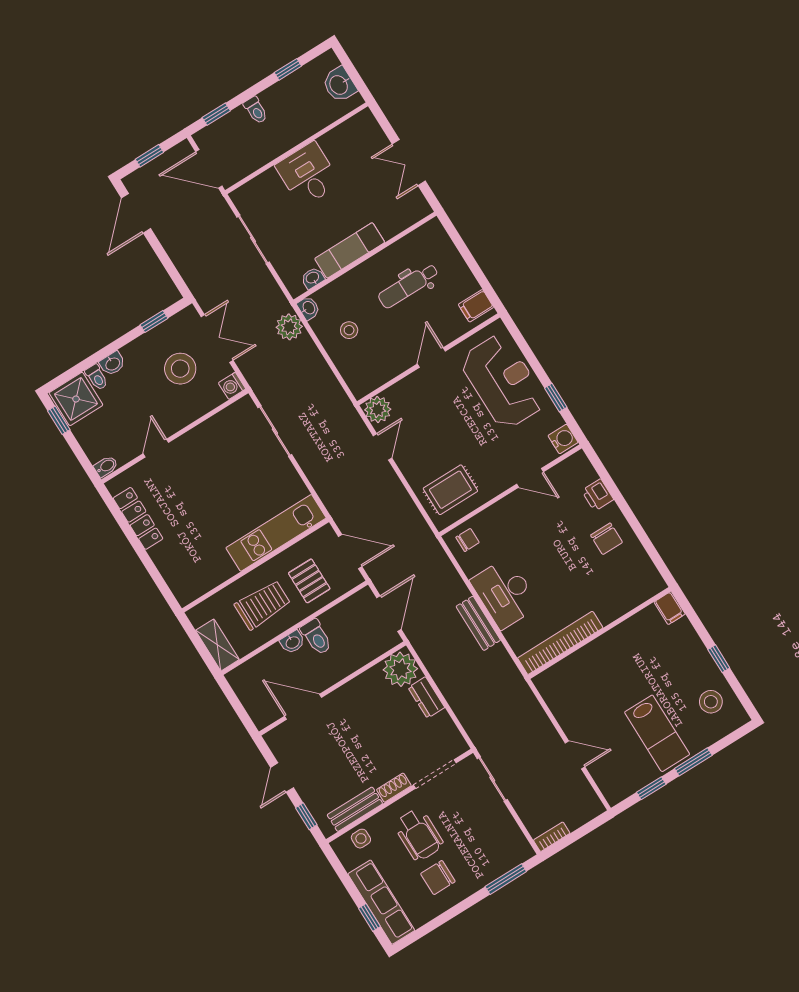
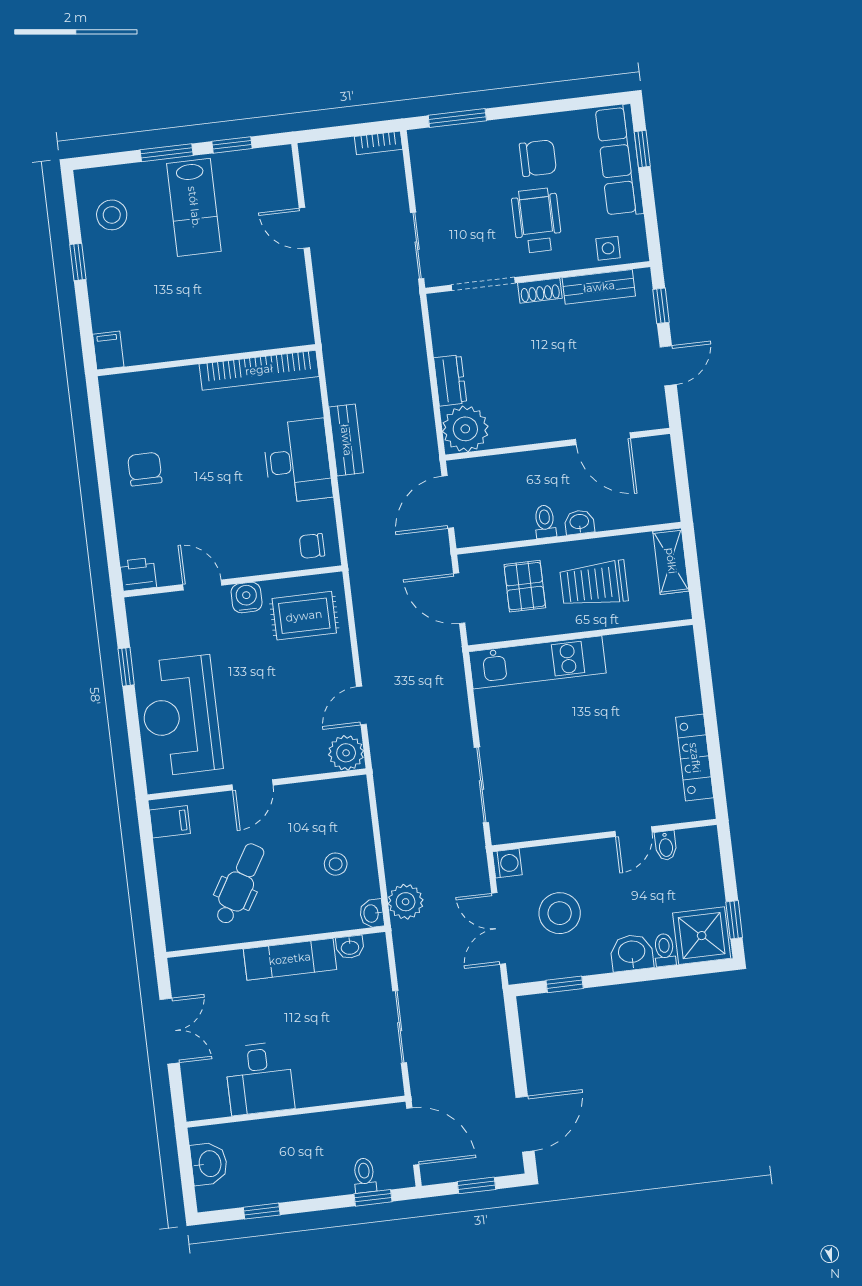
toilet: (256, 110) -> (364, 1175), moved
desk: (308, 174) -> (259, 1078), moved
dental chair: (408, 286) -> (240, 884), turned -59
washbasin: (112, 364) -> (632, 953), width x1.38, depth x1.45
water cooler: (563, 439) -> (247, 598), moved, turned 90
bidet: (106, 466) -> (666, 846), moved, turned -90
printer: (598, 495) -> (138, 574), moved, turned -90
toilet: (316, 637) -> (545, 522), width x0.73, depth x0.72
lab bench: (657, 733) -> (194, 207), turned 180

